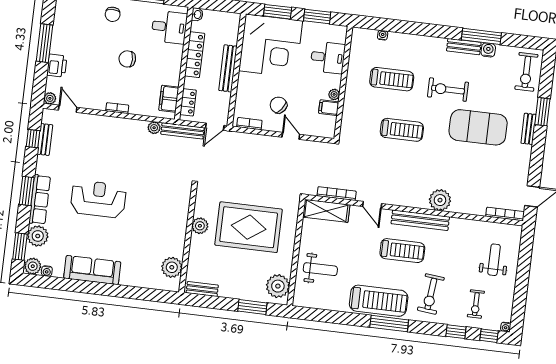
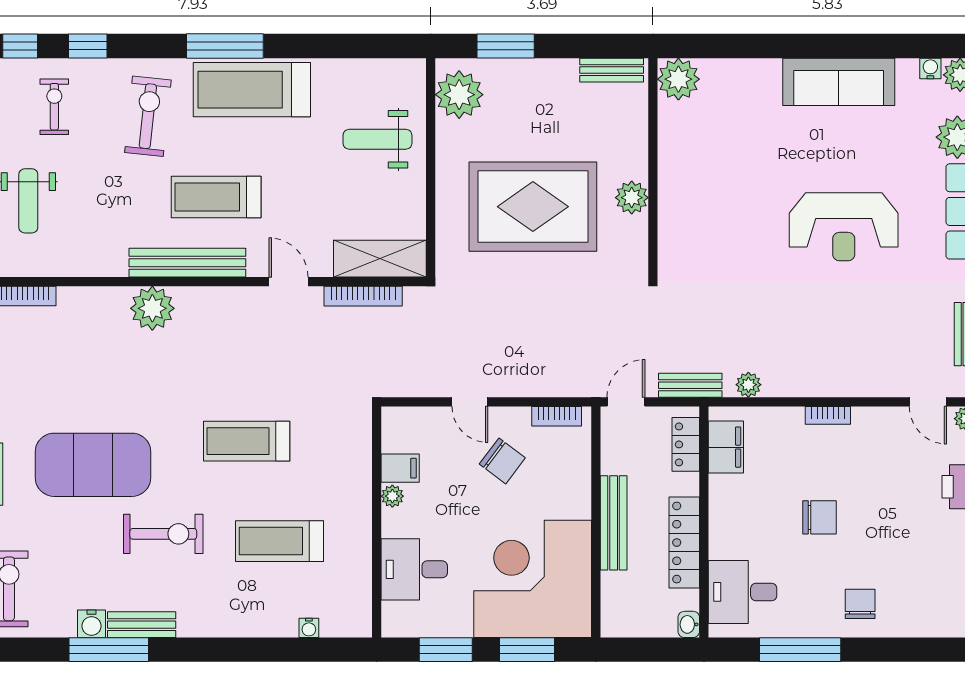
bench: (182, 131) -> (690, 385), width x0.73
plant: (172, 267) -> (678, 79), moved

